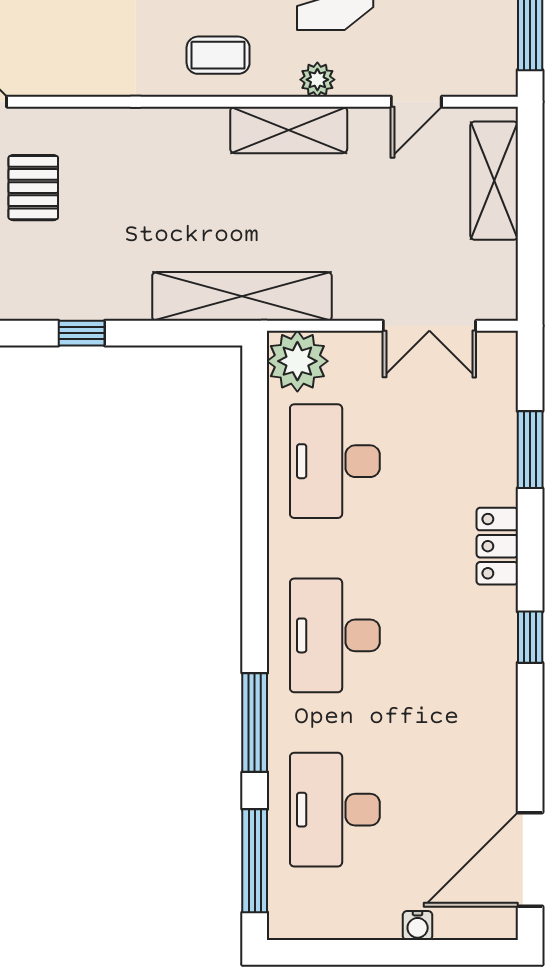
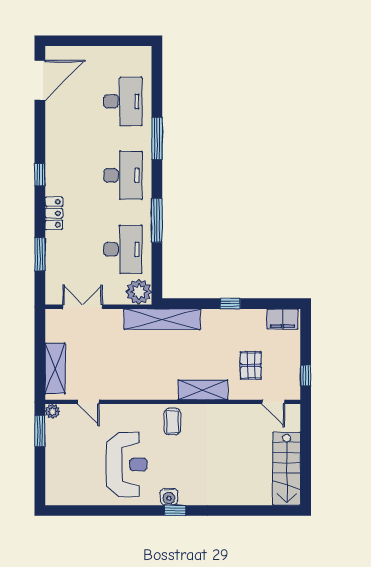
coffee table: (218, 55) -> (172, 422), turned 90
plant: (317, 80) -> (52, 411), moved
door: (416, 102) -> (88, 402), swing flipped
shelving: (289, 130) -> (203, 390), moved
window: (255, 861) -> (157, 220), moved
water cooler: (418, 925) -> (88, 52), removed

